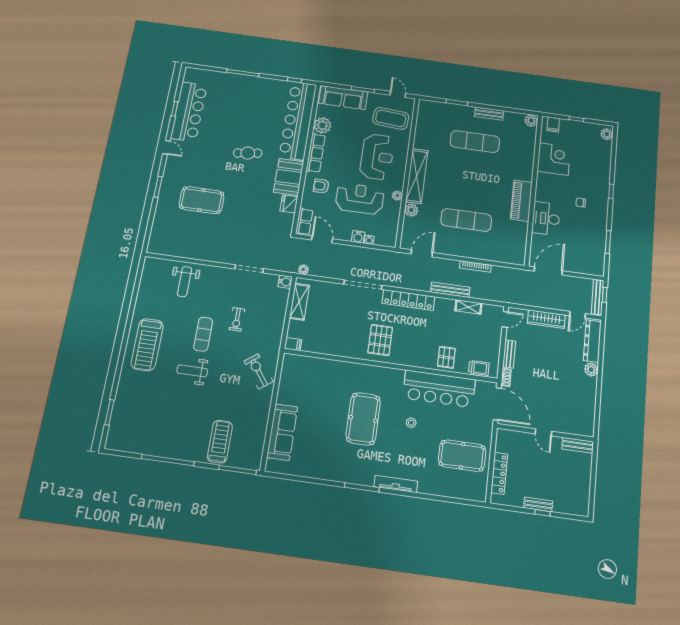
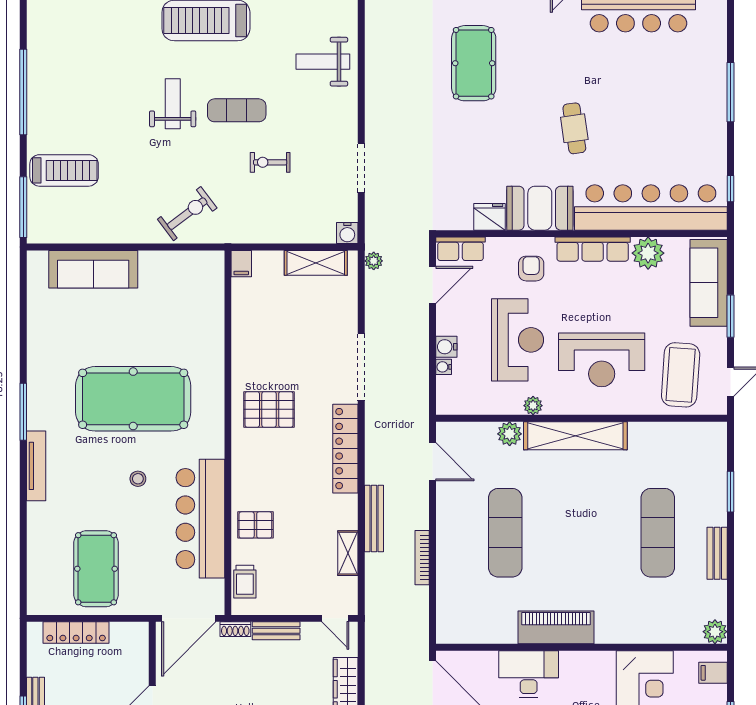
pool table: (363, 419) -> (133, 399), width x1.36, depth x1.32

